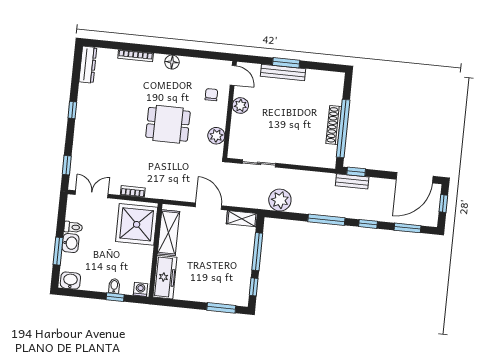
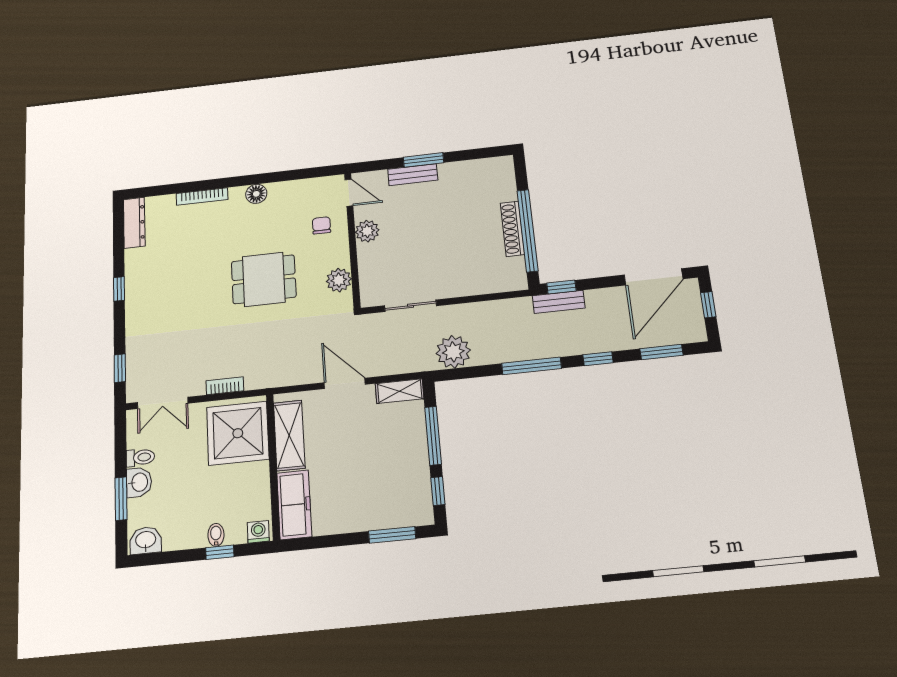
bench: (283, 72) -> (413, 175), width x0.73
double door: (92, 194) -> (163, 403), swing flipped

